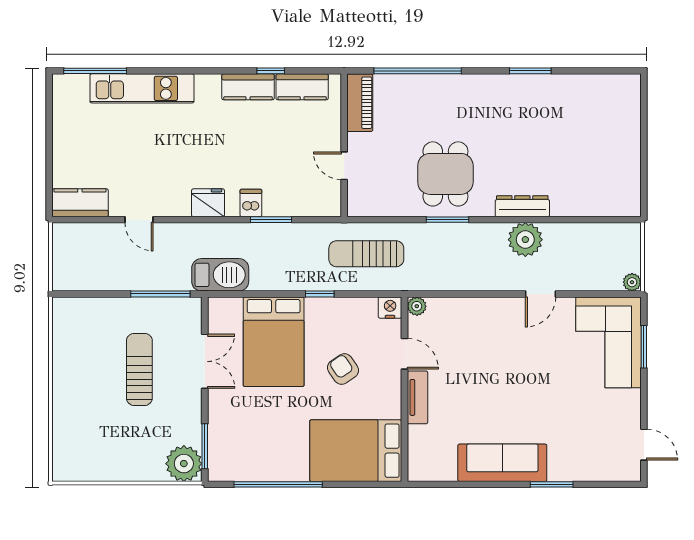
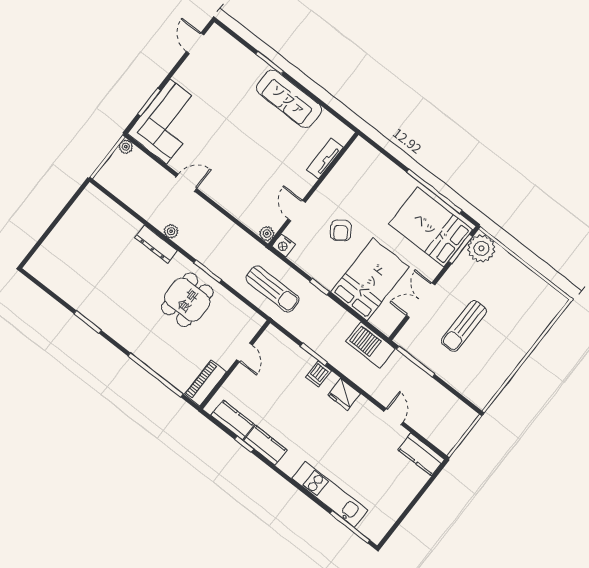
plant: (525, 240) -> (171, 231), width x0.53, depth x0.53
tv unit: (417, 397) -> (325, 159), moved
bed: (356, 451) -> (431, 227), moved, turned 180

